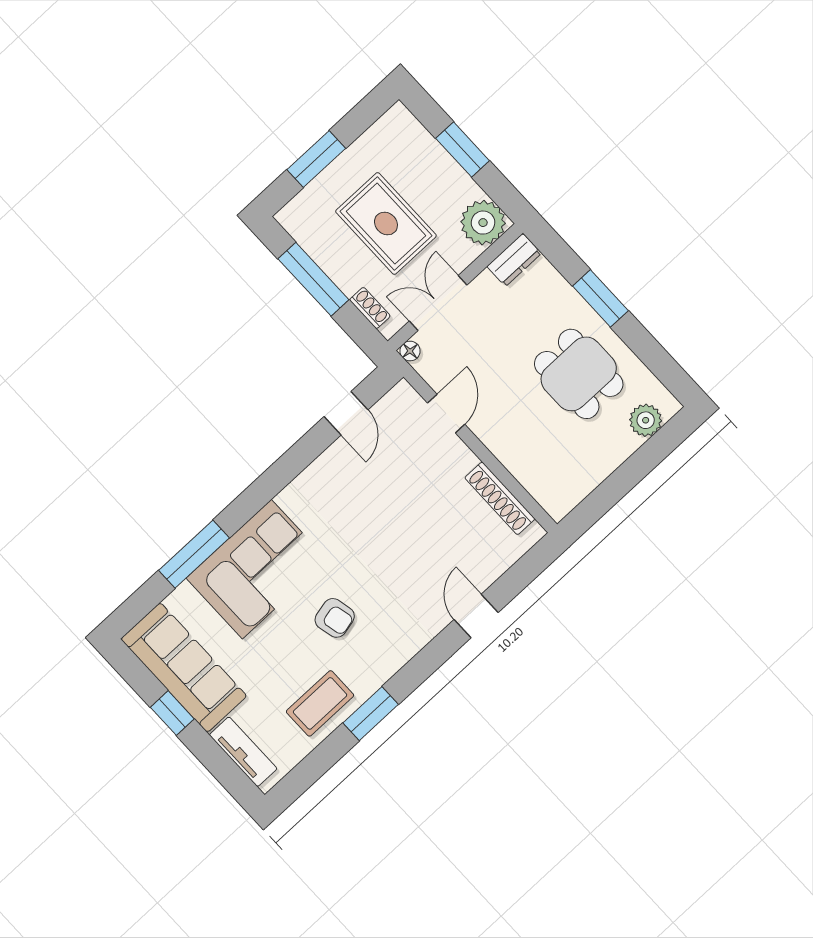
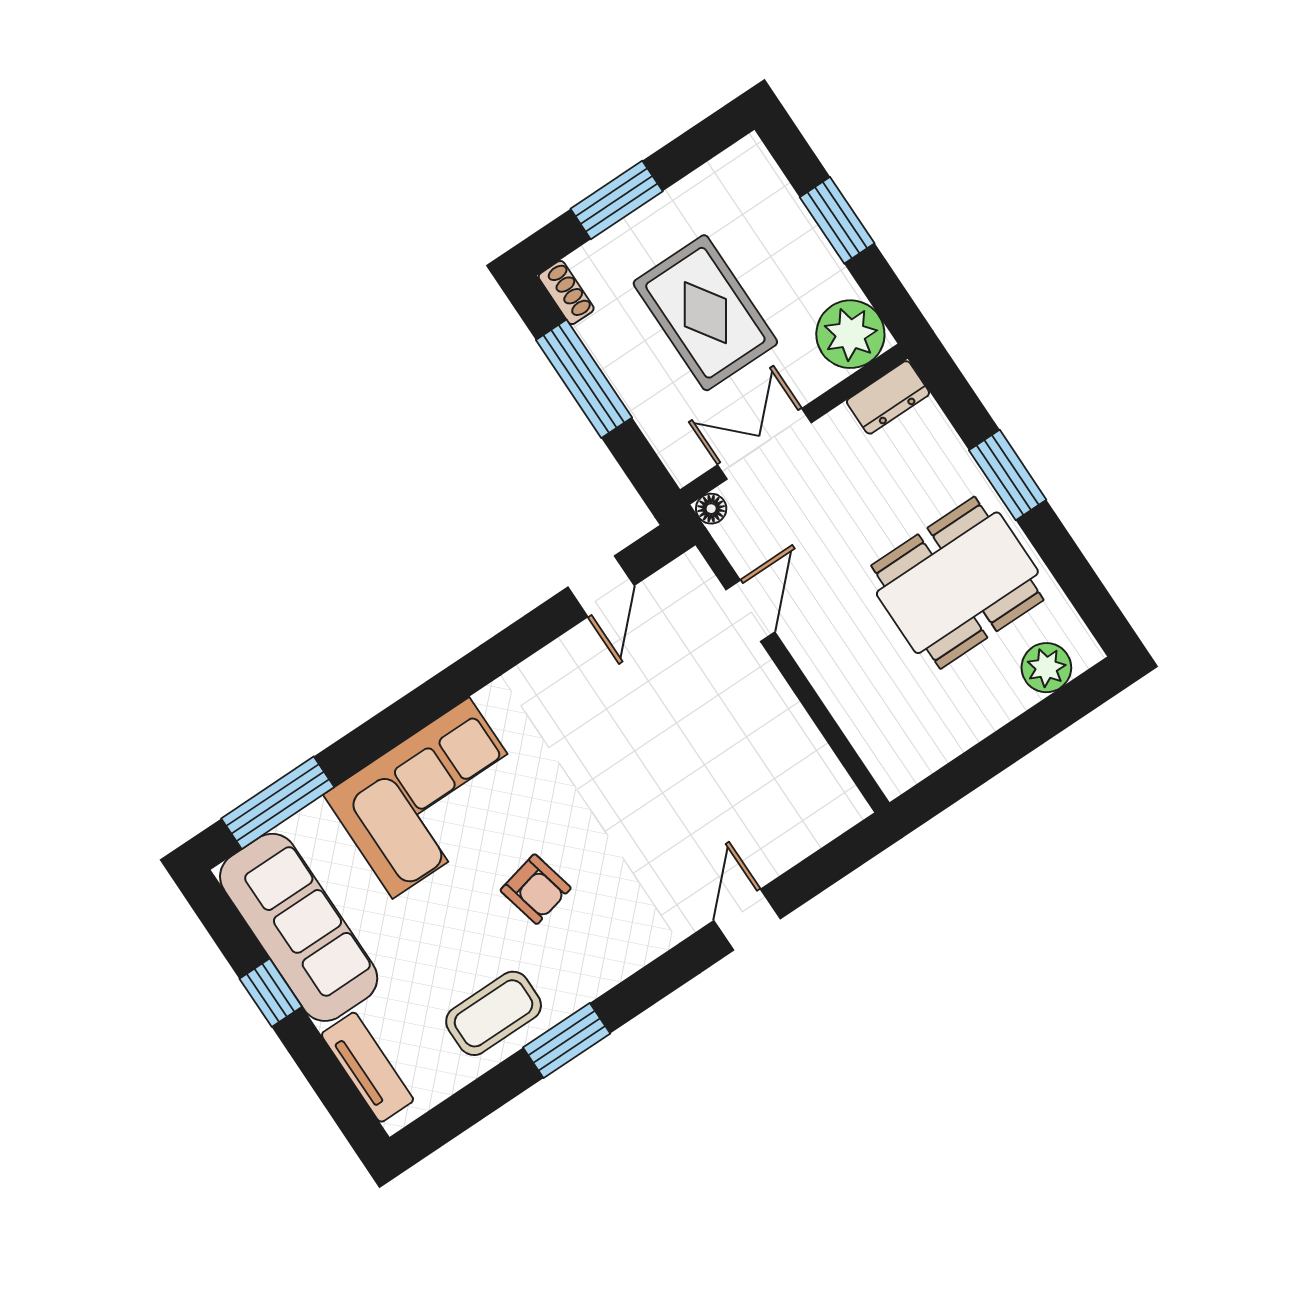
shoe rack: (370, 308) -> (566, 293), moved
dining table: (579, 374) -> (957, 583), width x1.38
shoe rack: (500, 498) -> (810, 750), removed
window: (194, 554) -> (278, 803), moved

